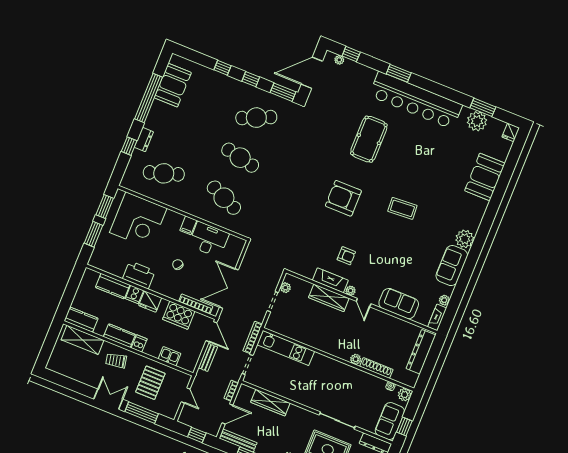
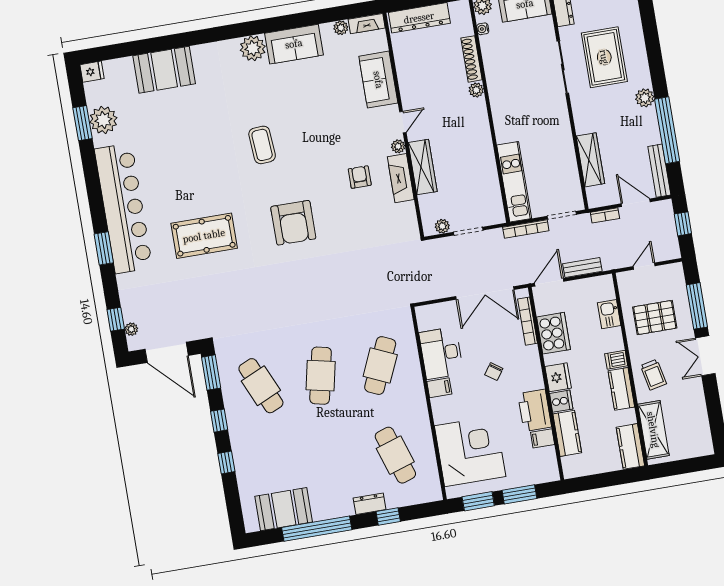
filing cabinet: (119, 269) -> (543, 438), added

